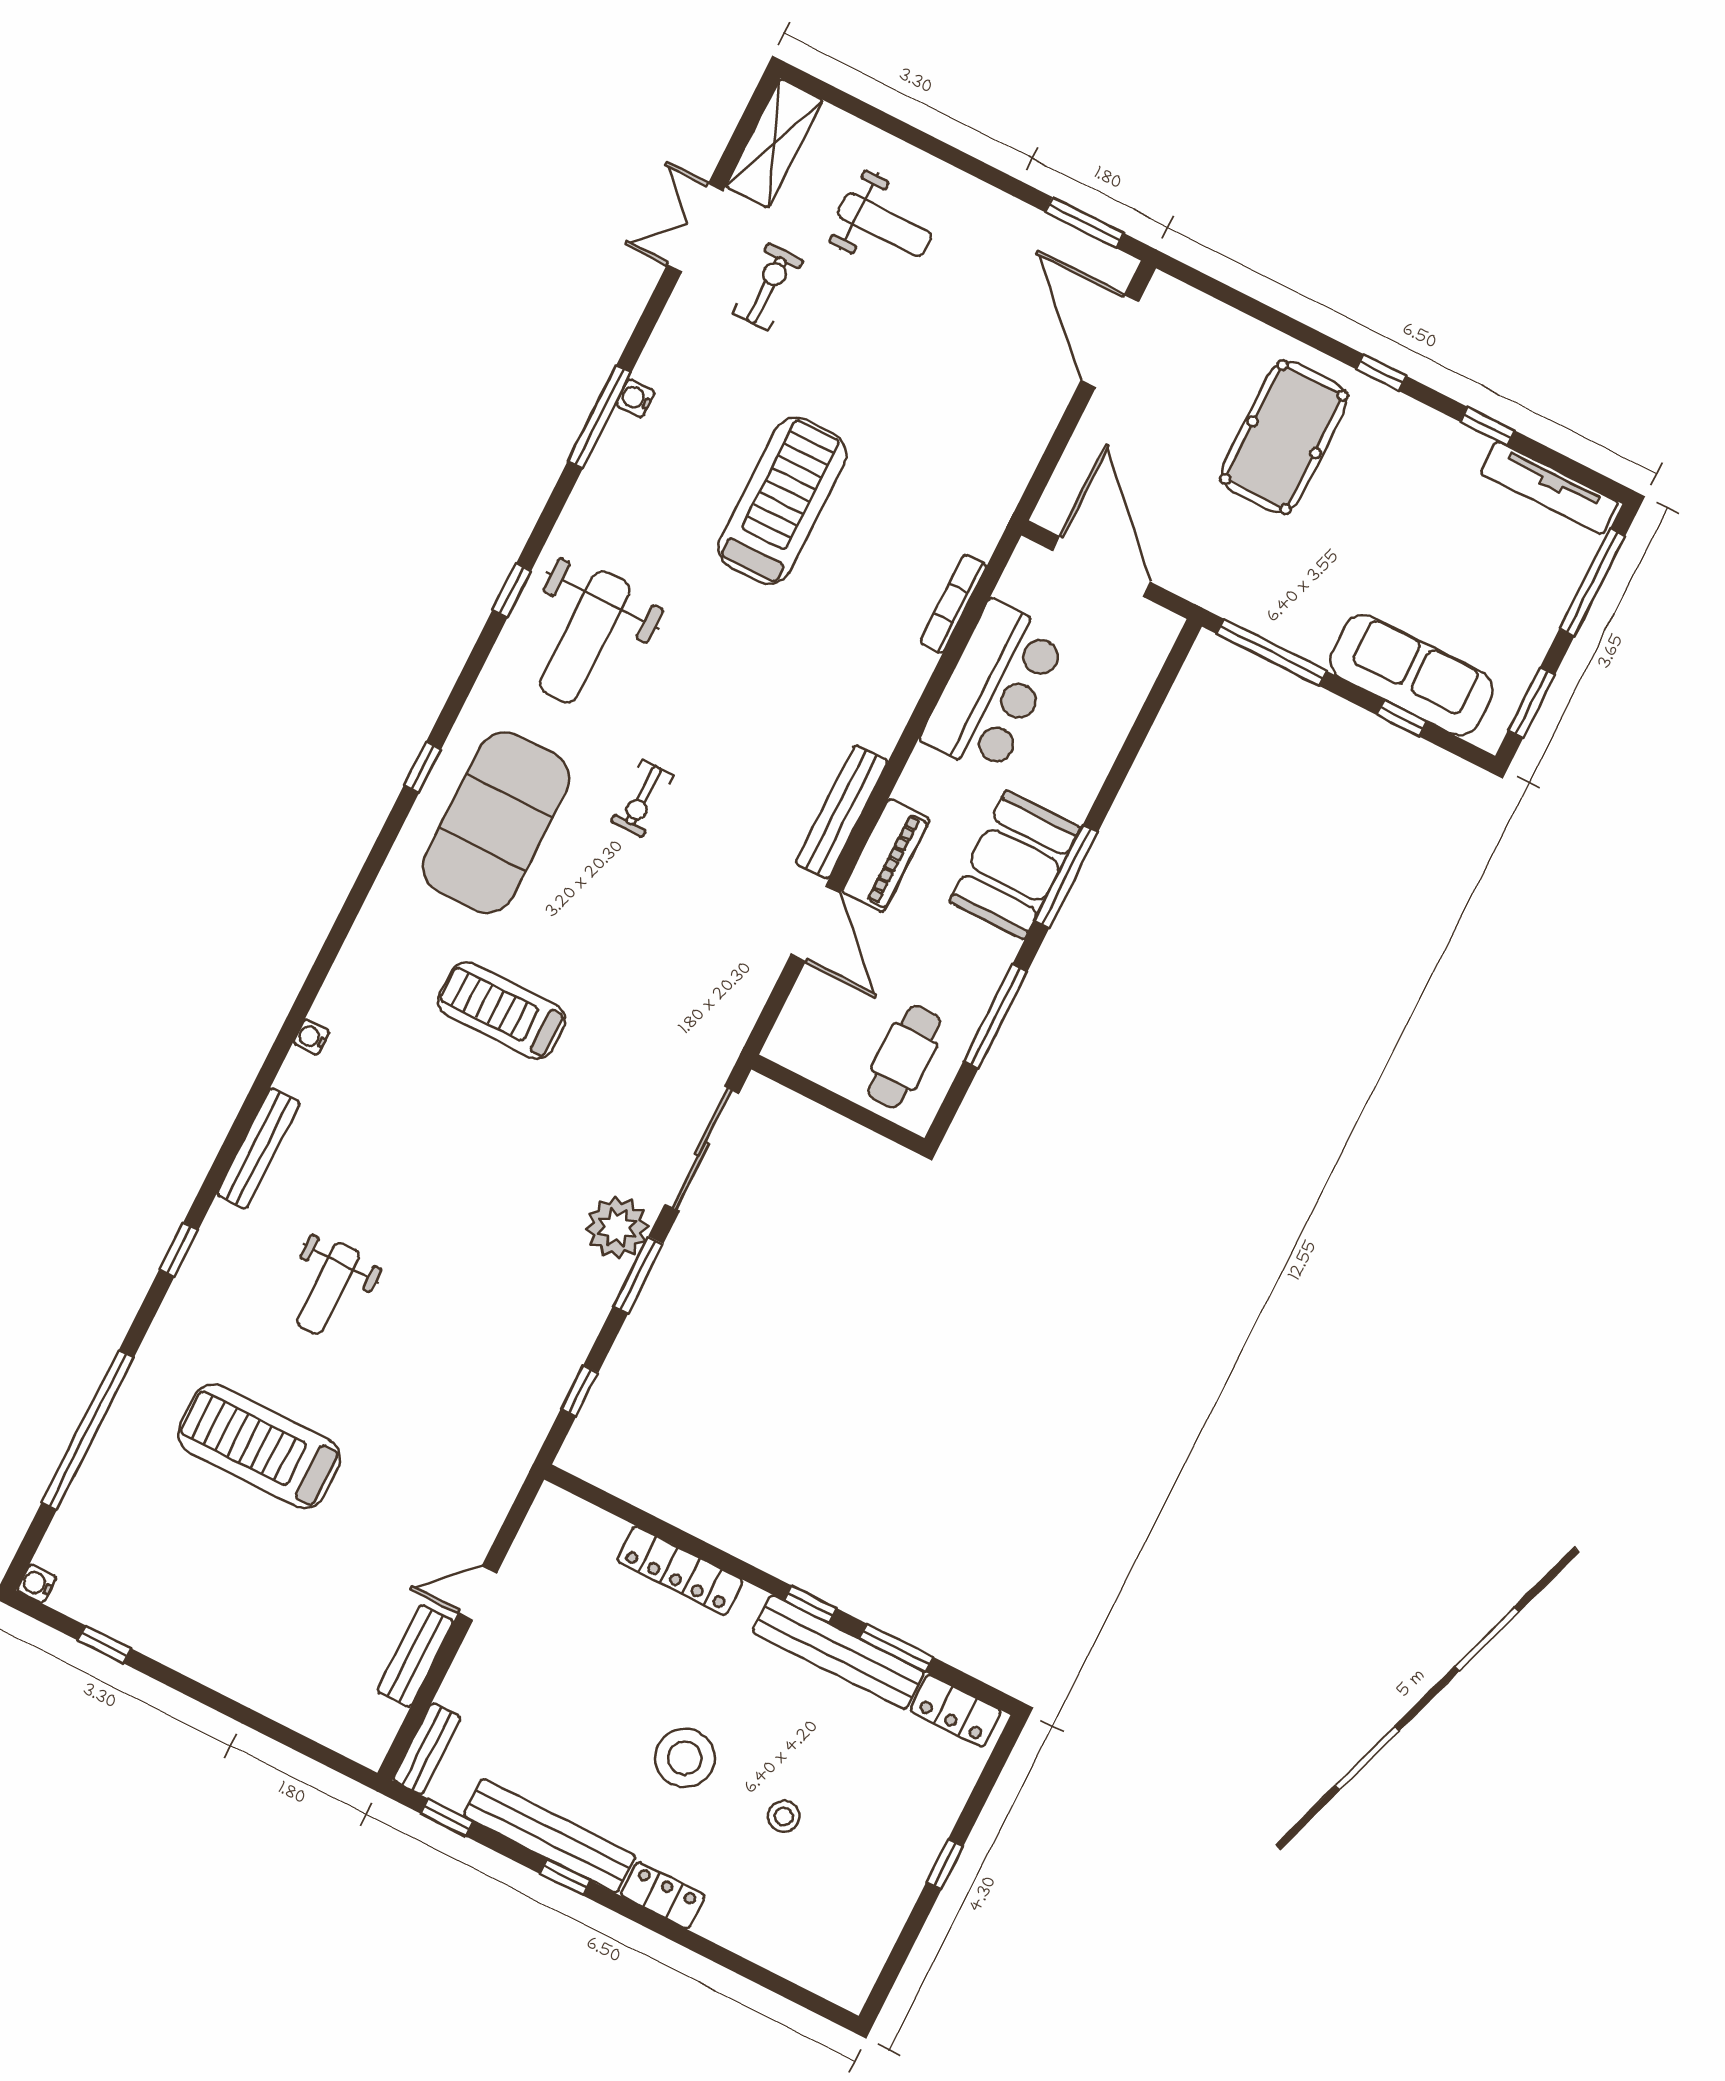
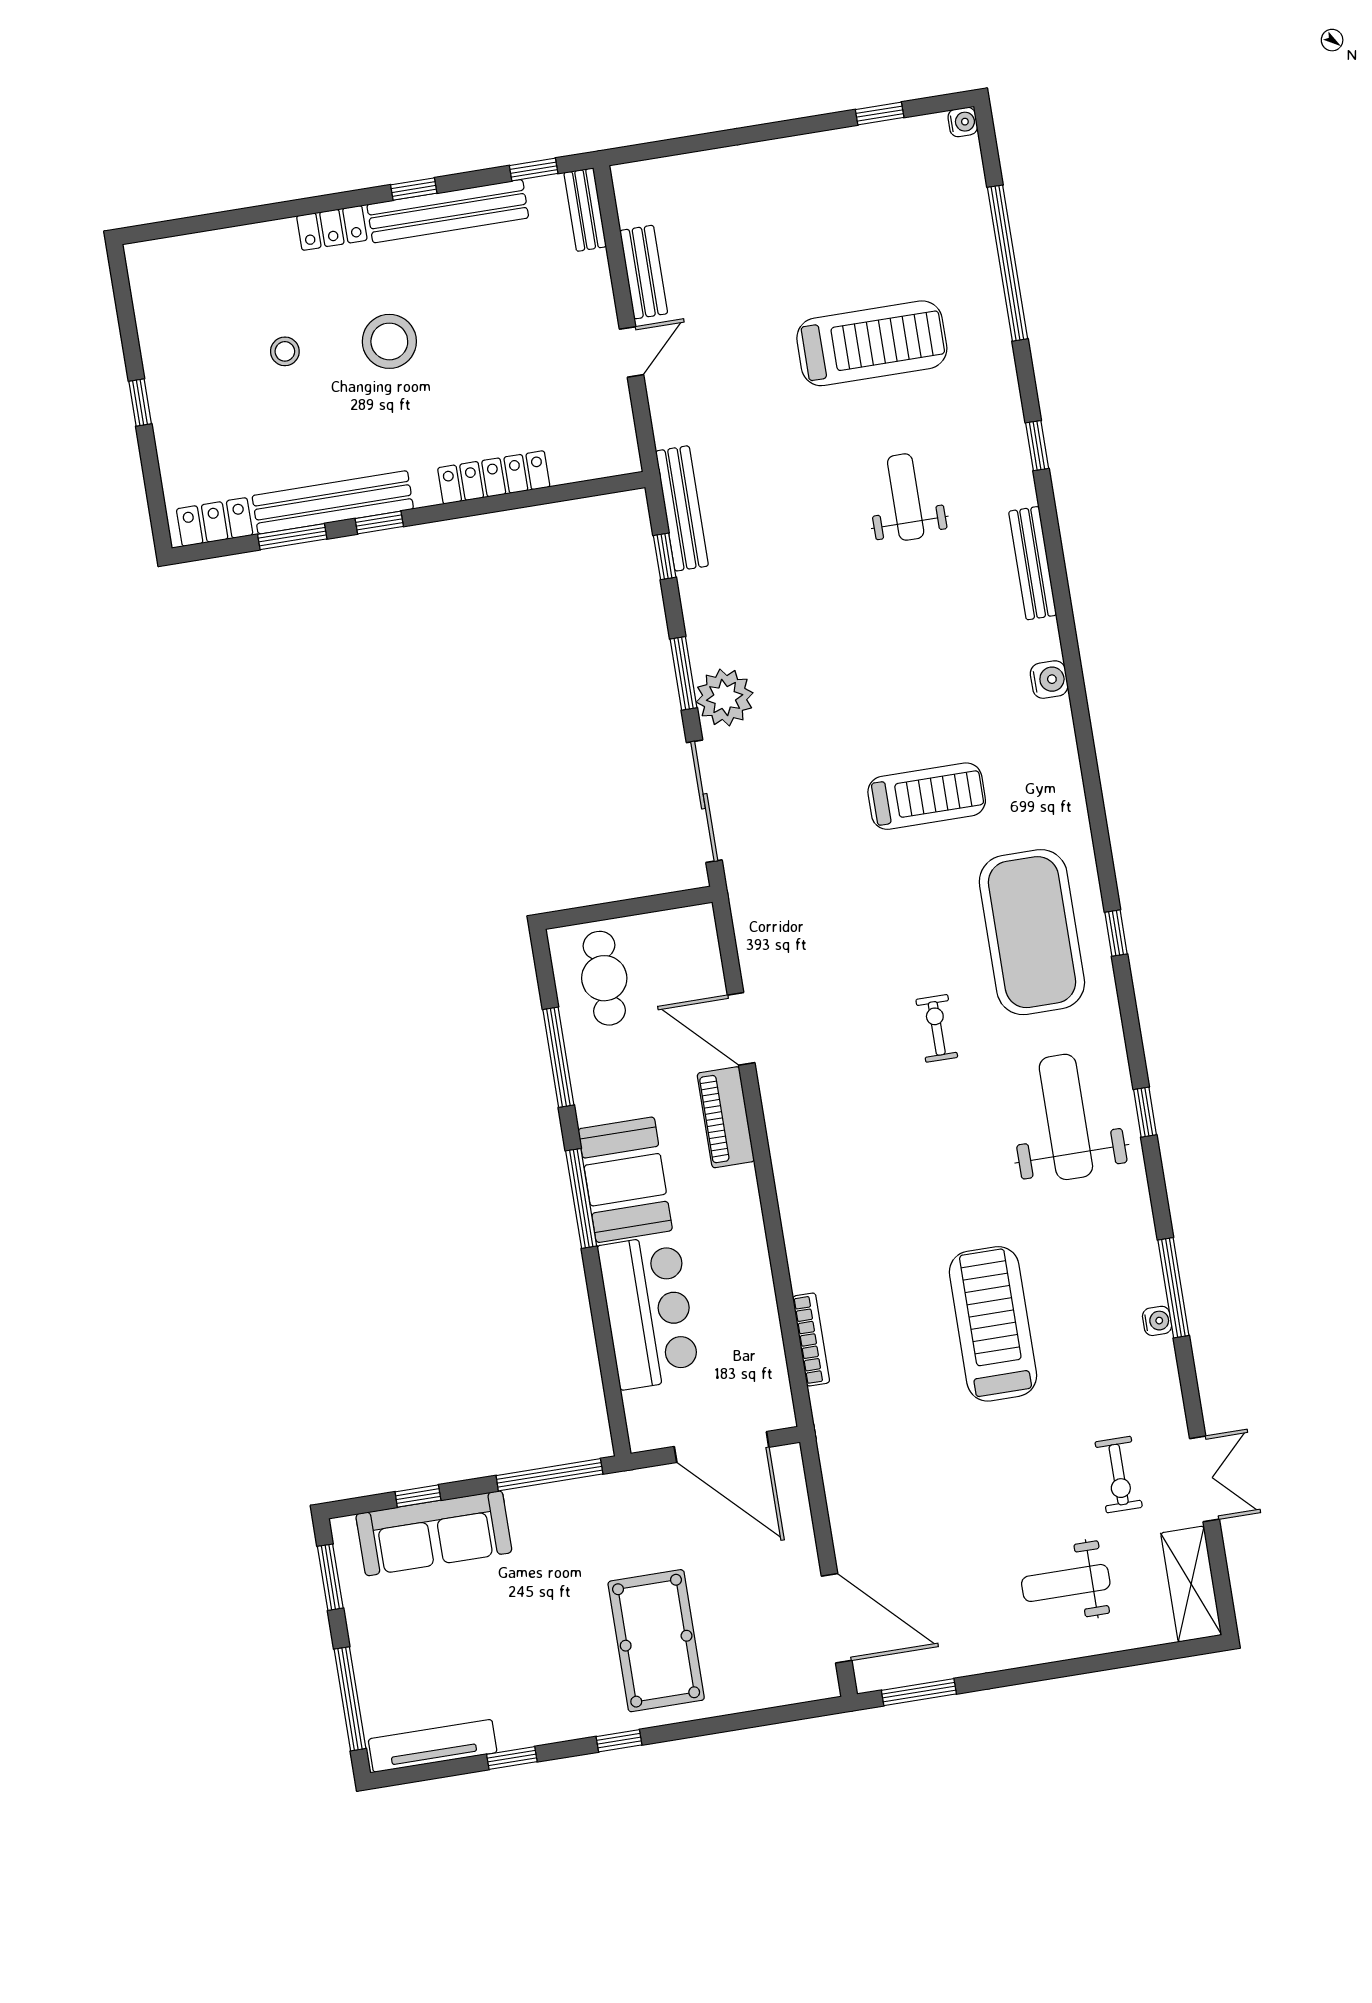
treadmill: (782, 501) -> (993, 1324), turned 180
bar counter: (994, 688) -> (649, 1312), moved, turned 180
bench: (842, 812) -> (682, 508), moved
water cooler: (311, 1037) -> (1049, 680), width x1.38, depth x1.38

